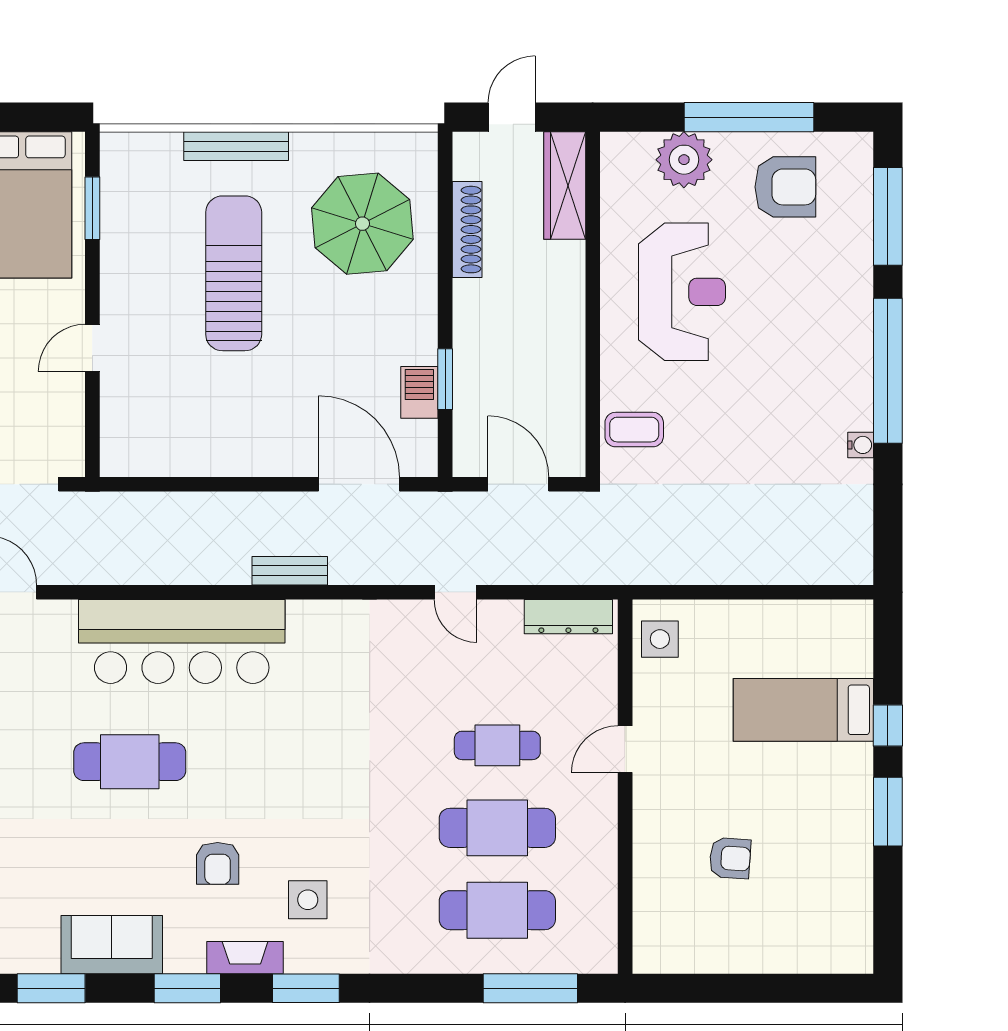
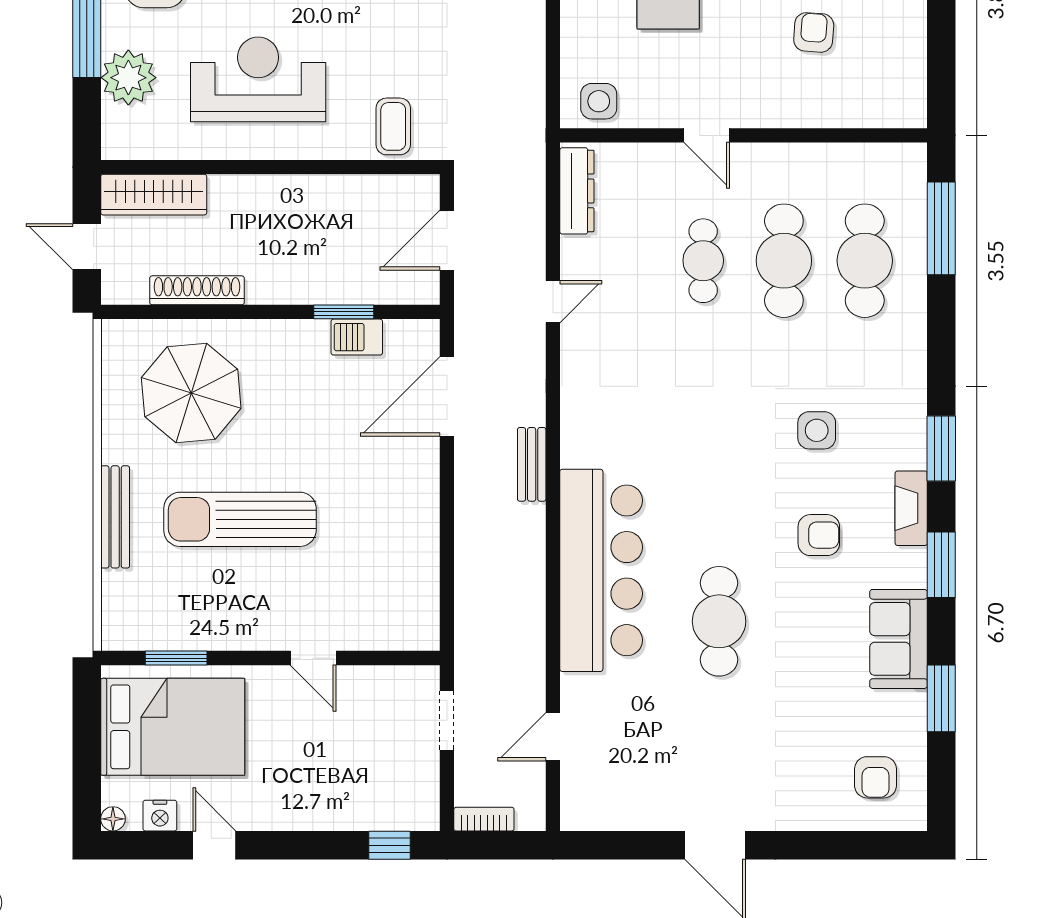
side table: (308, 900) -> (817, 430), moved

